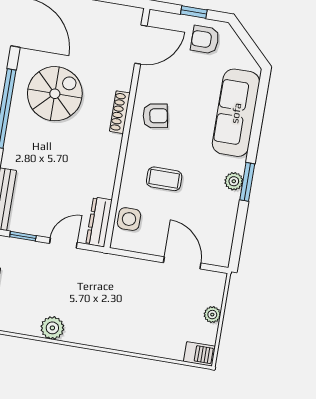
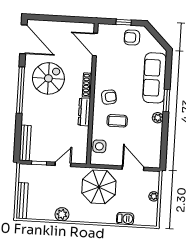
door: (141, 45) -> (95, 44), swing flipped
armchair: (155, 116) -> (109, 97), moved
window: (247, 182) -> (167, 101), moved
dresser: (99, 222) -> (84, 112), moved
parasol: (121, 288) -> (99, 187), added
barbecue: (199, 354) -> (125, 219), moved

